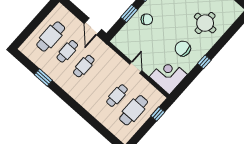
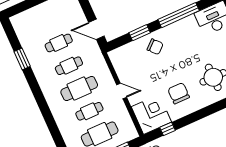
door: (93, 26) -> (96, 29), hinge flipped
cafe table: (51, 36) -> (79, 89), moved
window: (204, 62) -> (168, 129), moved
door: (136, 67) -> (122, 91), hinge flipped

